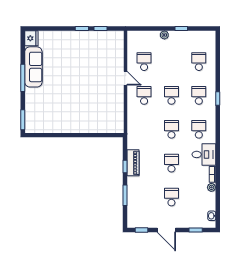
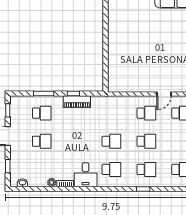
school desk: (171, 163) -> (42, 113), moved

